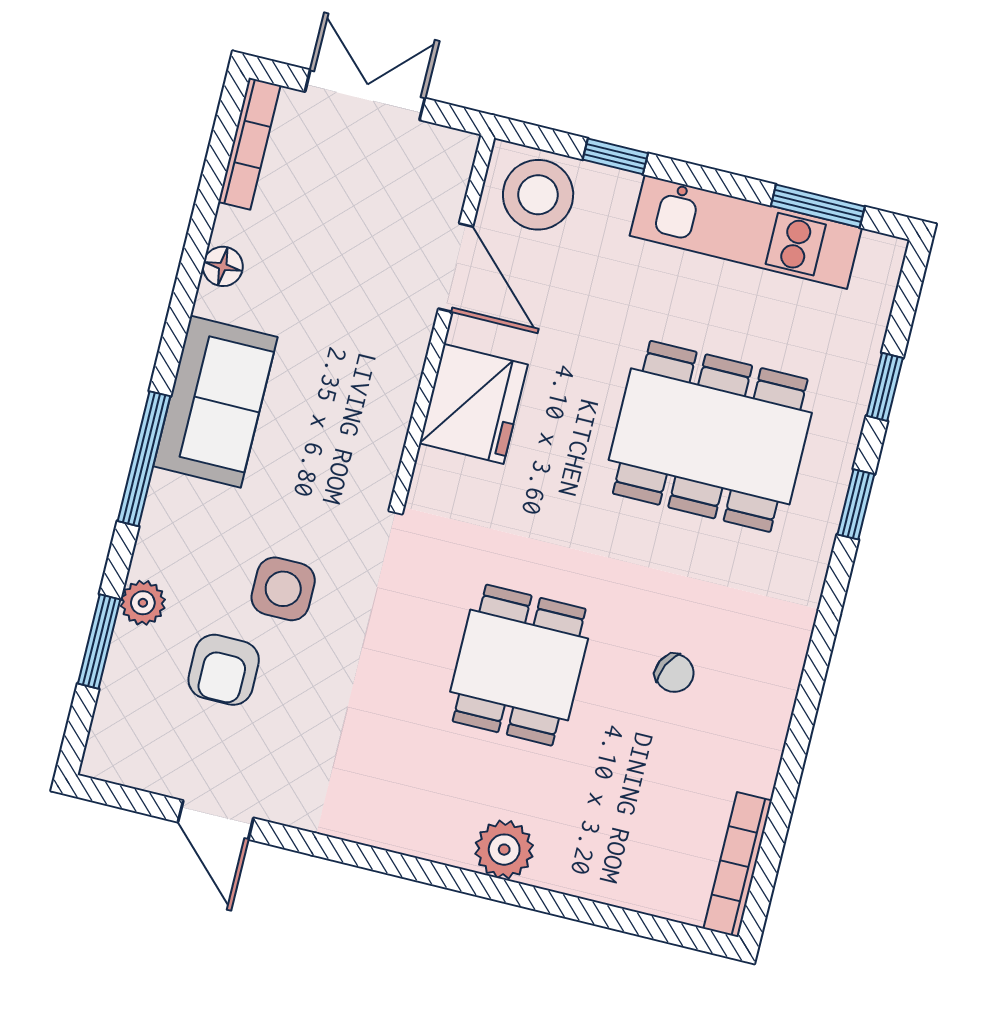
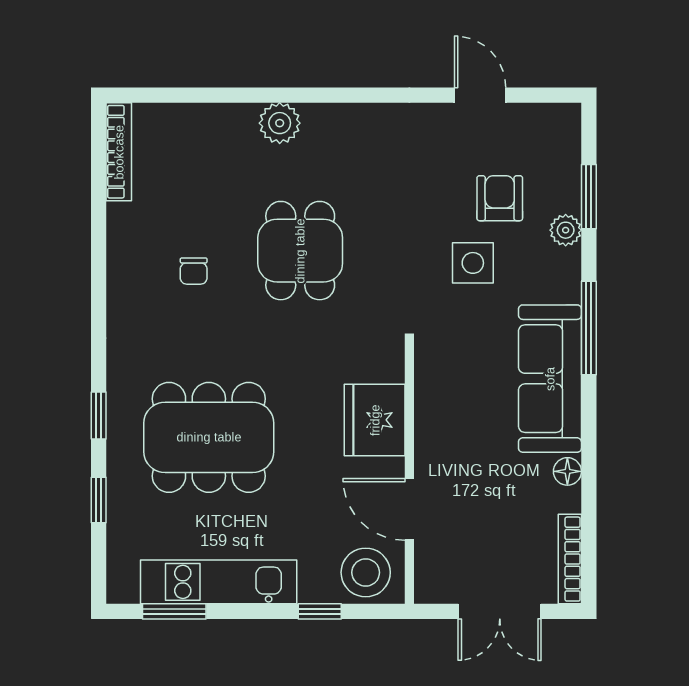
sofa: (215, 402) -> (550, 379), width x1.36
chair: (674, 673) -> (194, 271), turned -116

